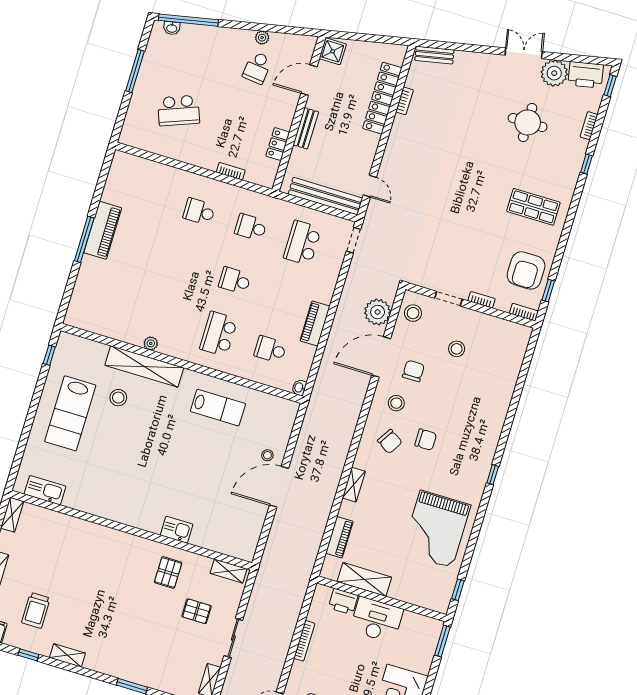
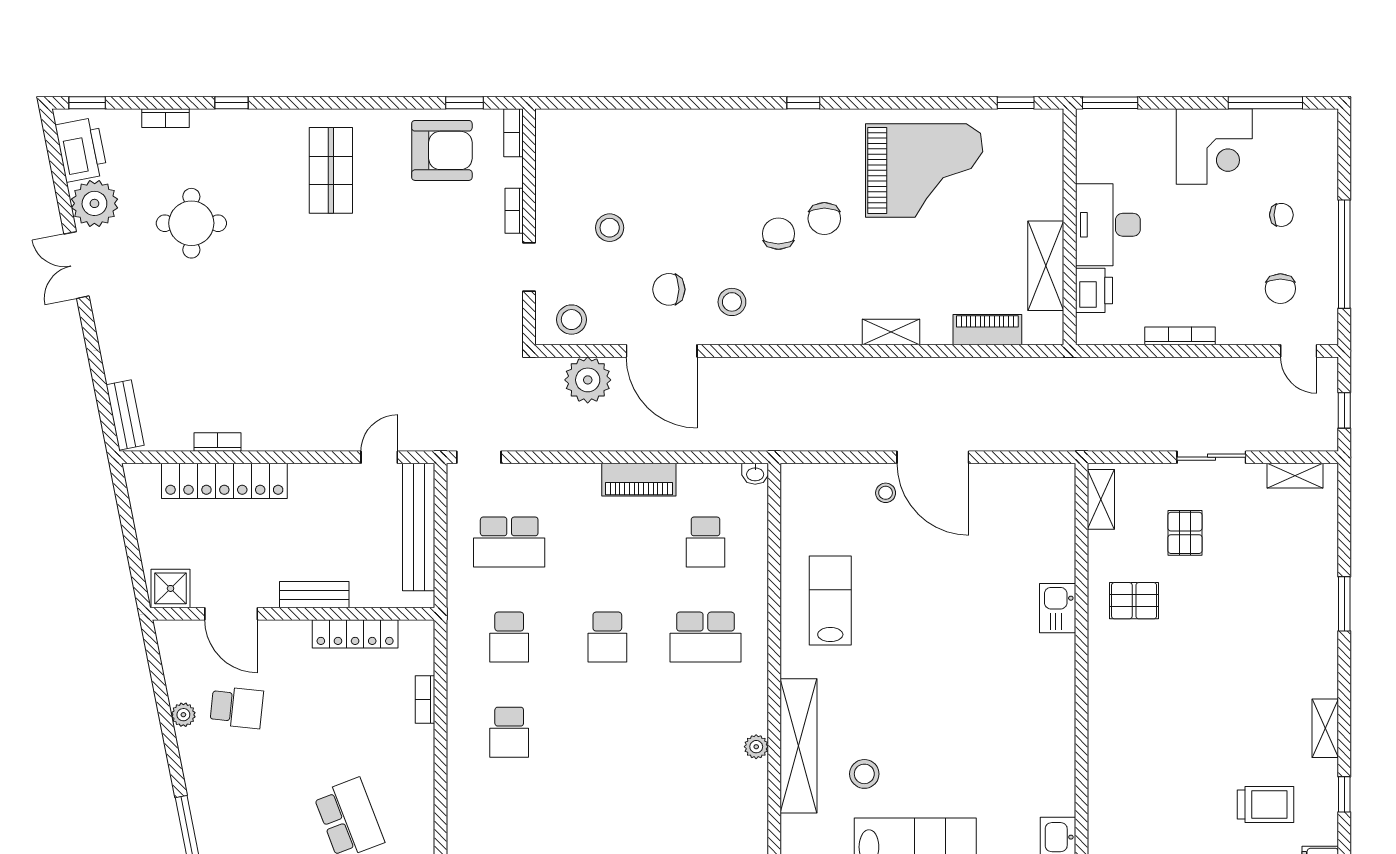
locker: (278, 144) -> (355, 634), width x1.53
chair: (390, 441) -> (824, 219), moved, turned 148

